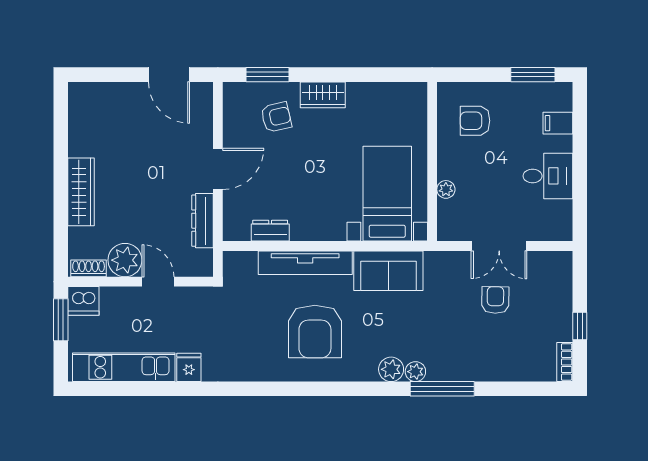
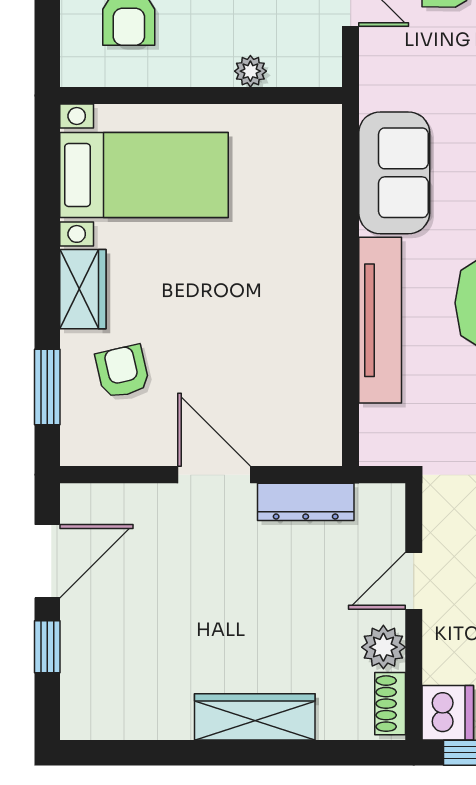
window: (121, 75) -> (47, 647), added
bed with nightstands: (387, 194) -> (144, 175), moved, turned 180
dresser: (270, 231) -> (323, 382), removed
plant: (125, 260) -> (383, 647), width x0.73, depth x0.73

